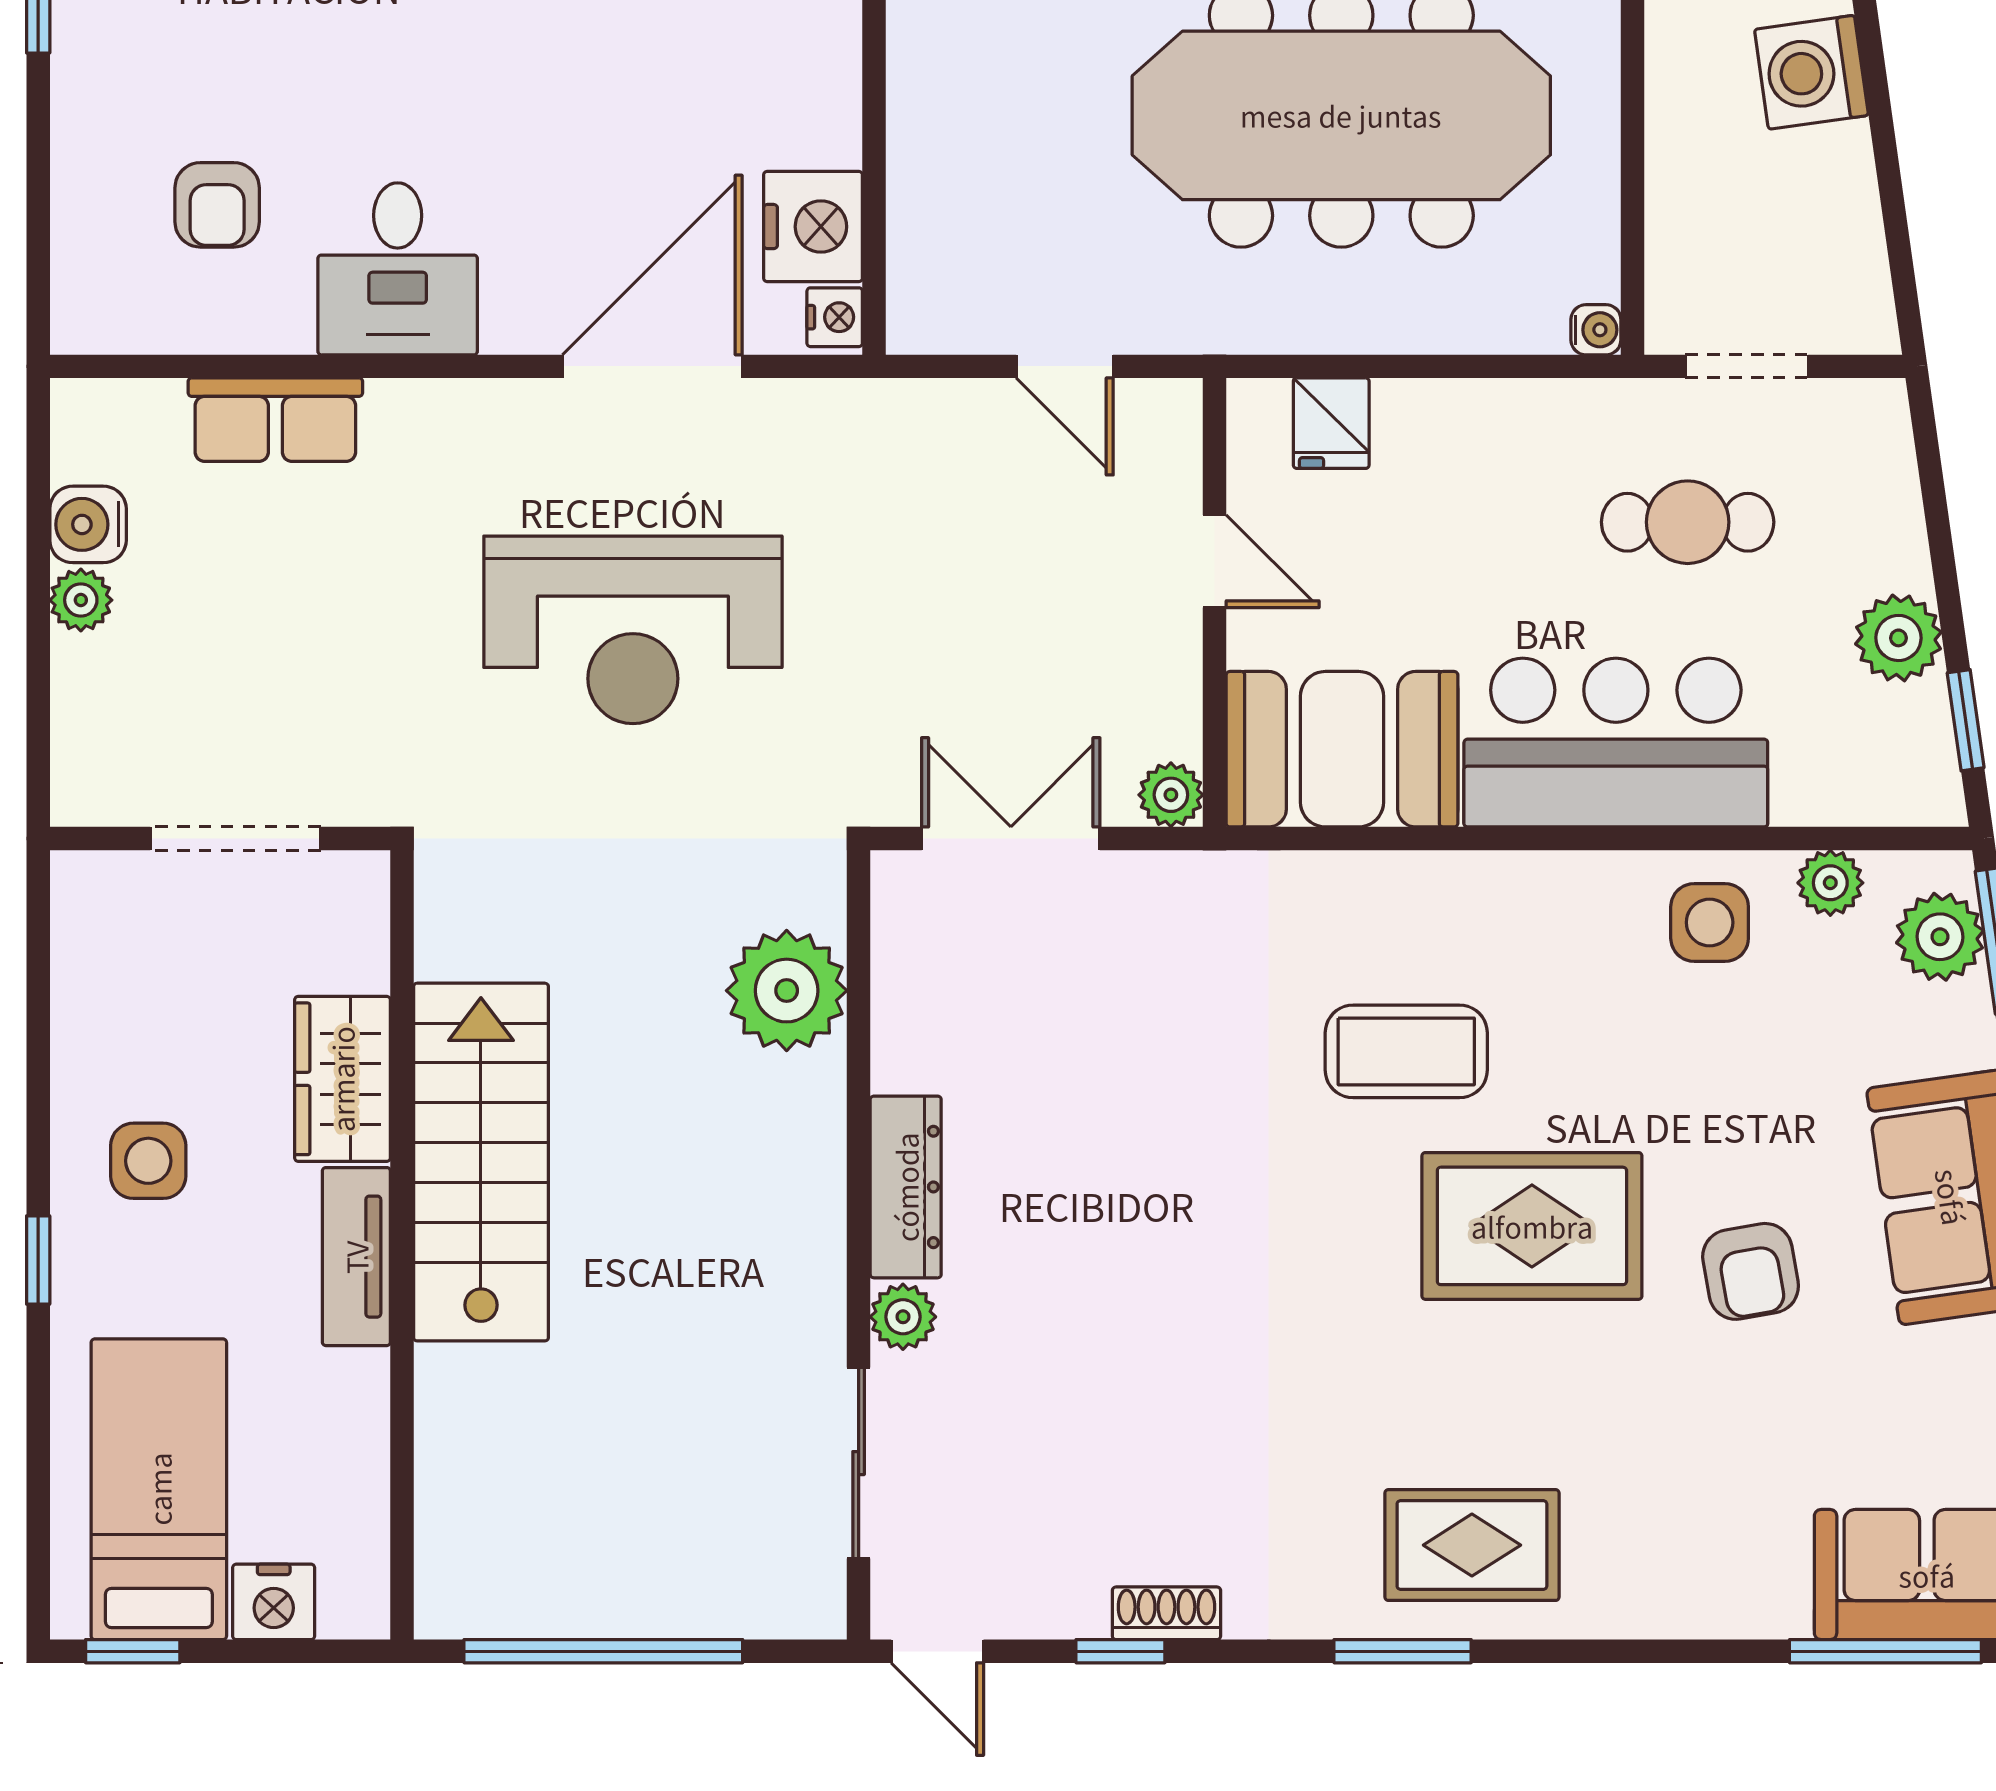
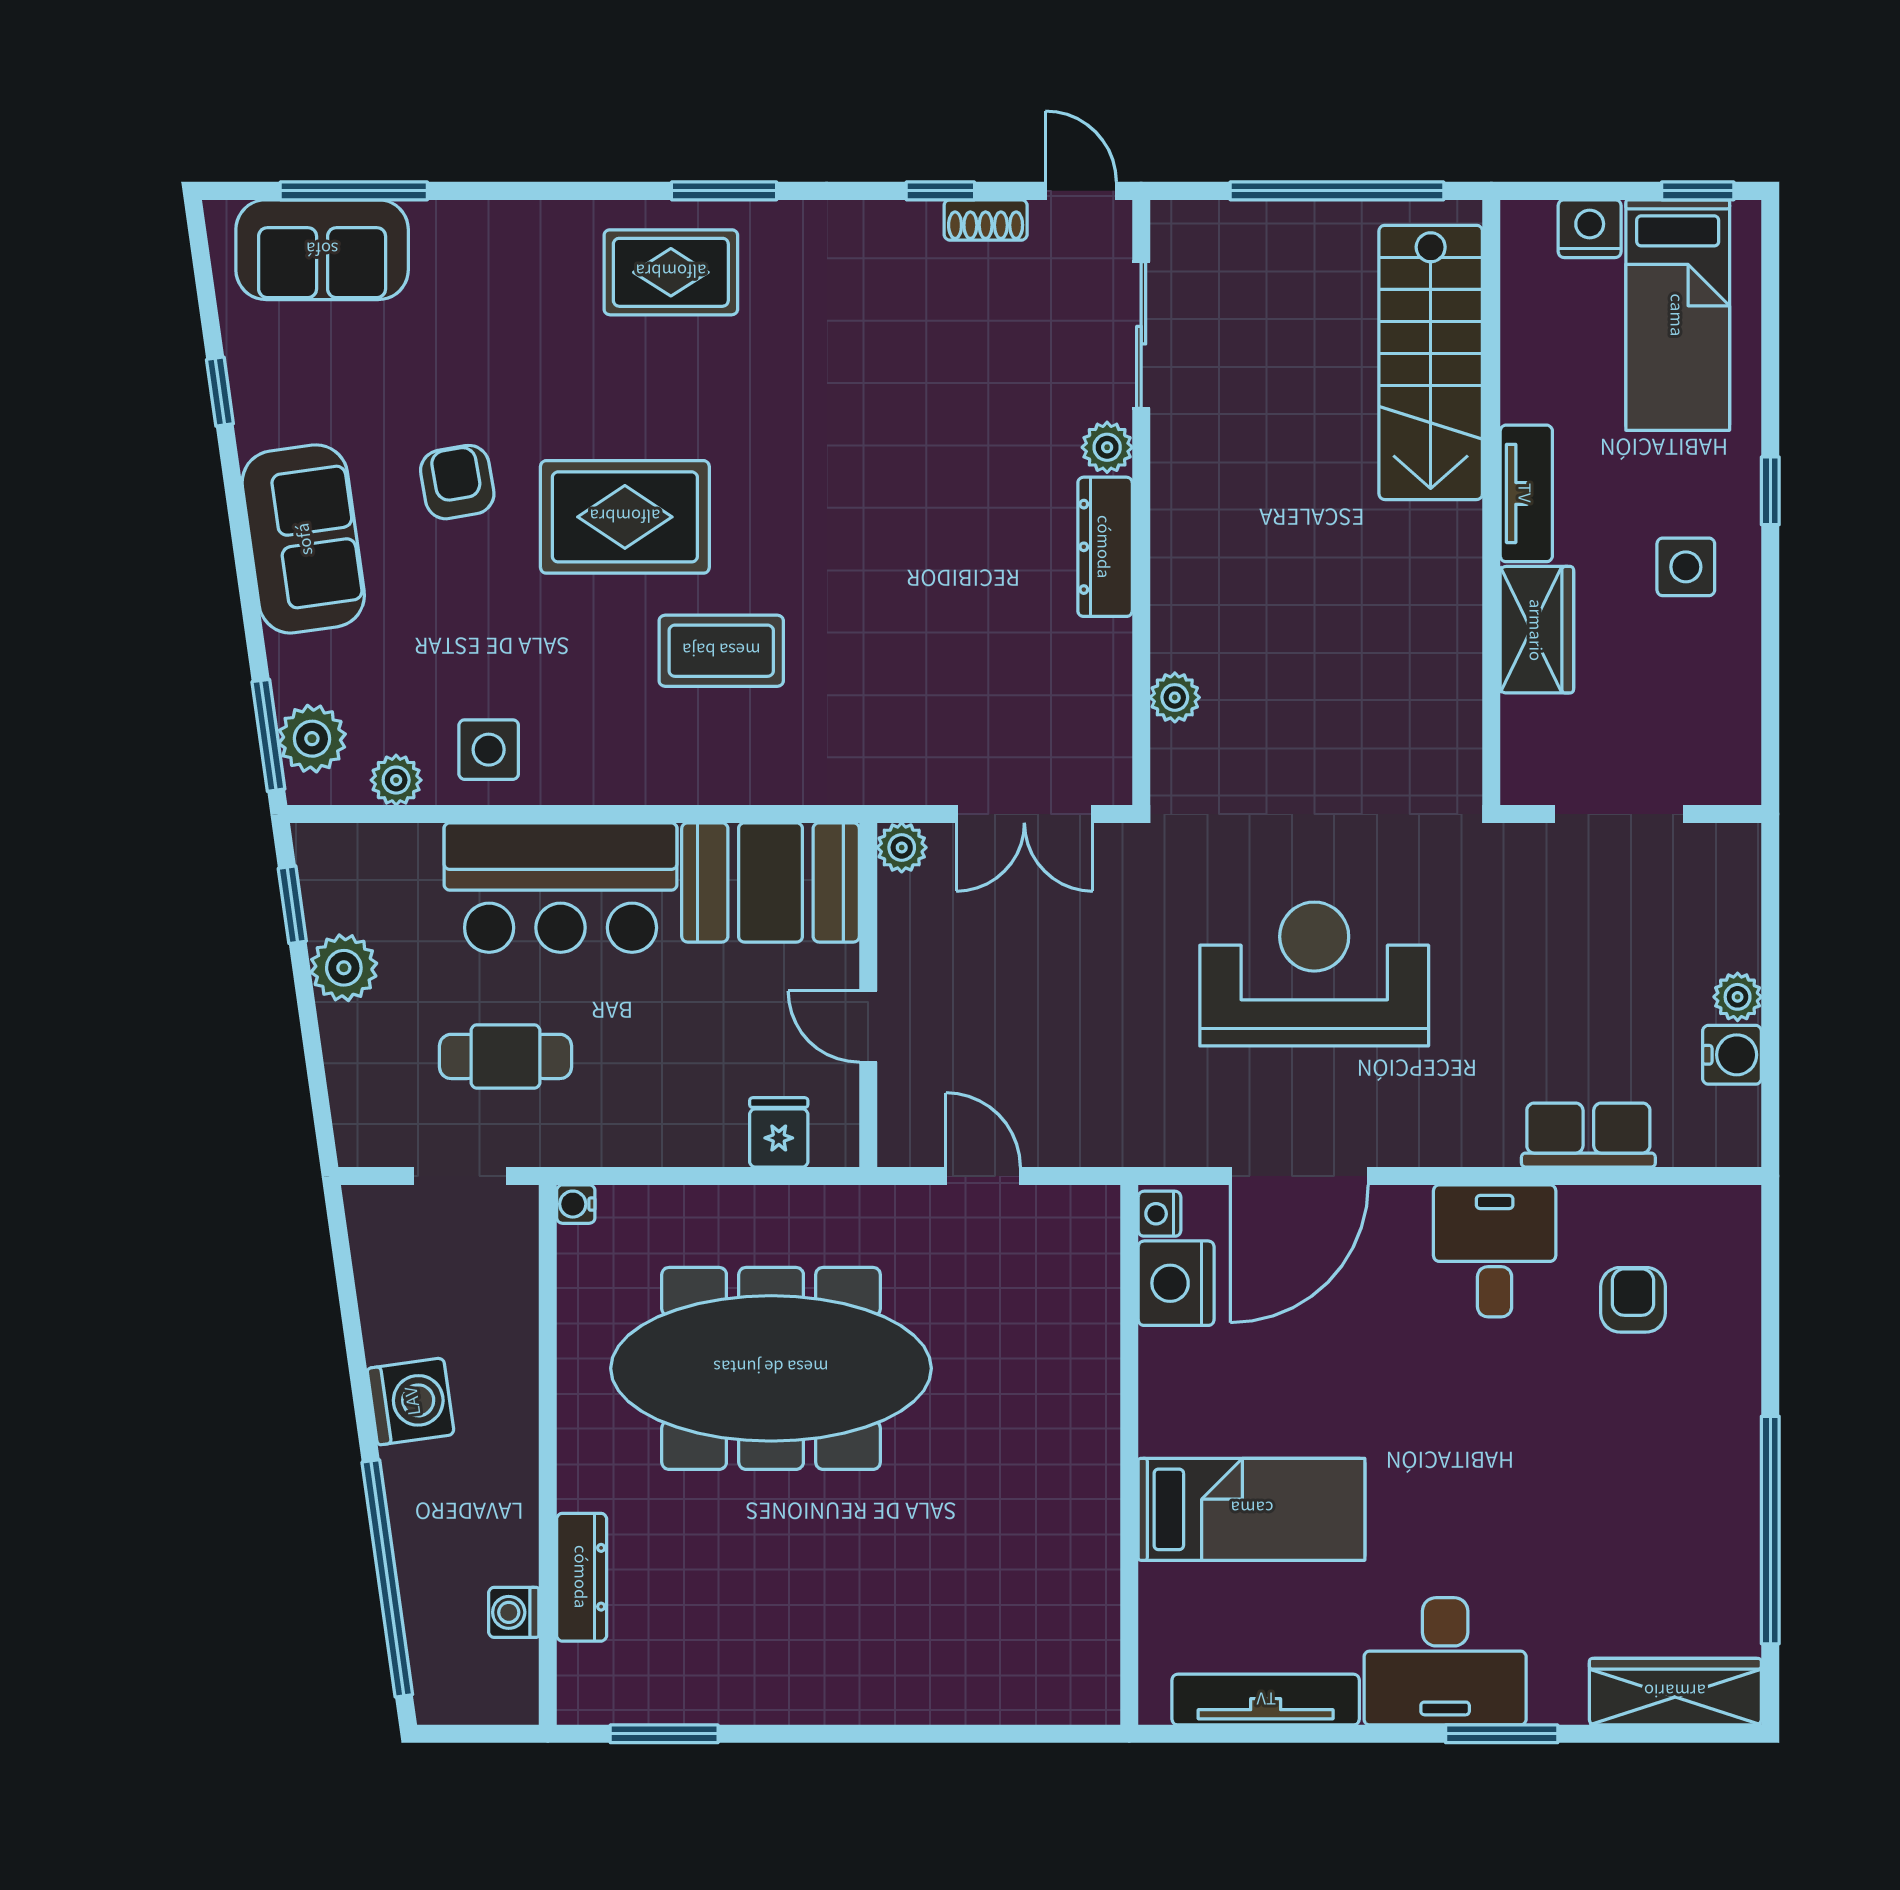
plant: (787, 991) -> (1175, 697), width x0.53, depth x0.53
stairs: (481, 1162) -> (1431, 362), moved
shoe rack: (1166, 1613) -> (986, 220), moved

